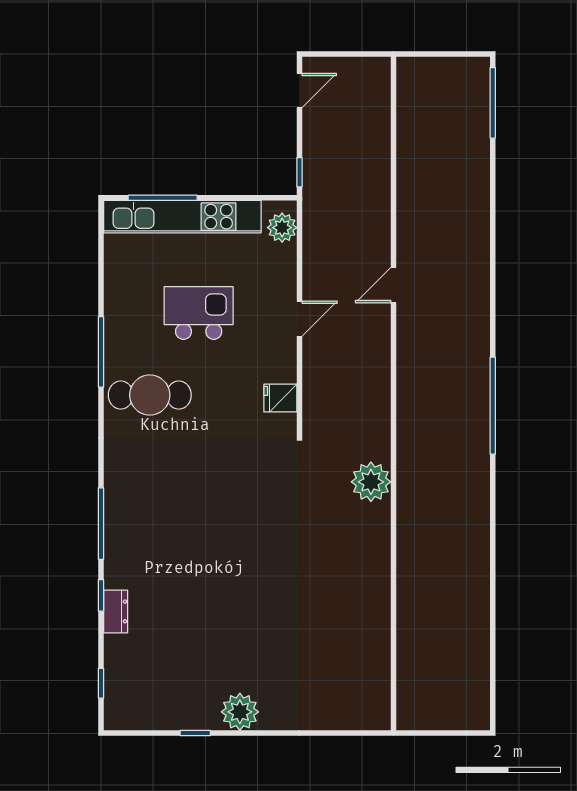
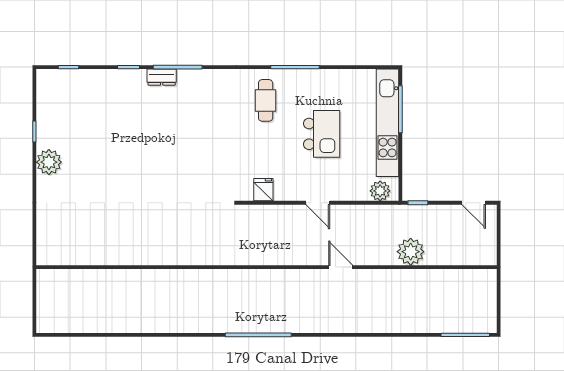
cafe table: (150, 395) -> (266, 100), width x0.73, depth x0.74
plant: (371, 482) -> (411, 252), moved
dresser: (116, 611) -> (162, 77), moved

